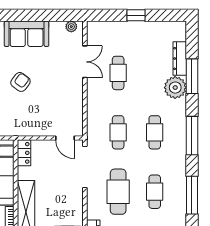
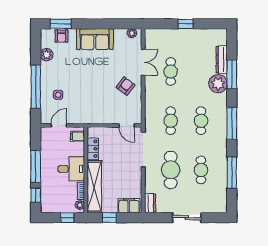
armchair: (20, 82) -> (126, 86), moved
locker: (24, 153) -> (93, 149), moved

